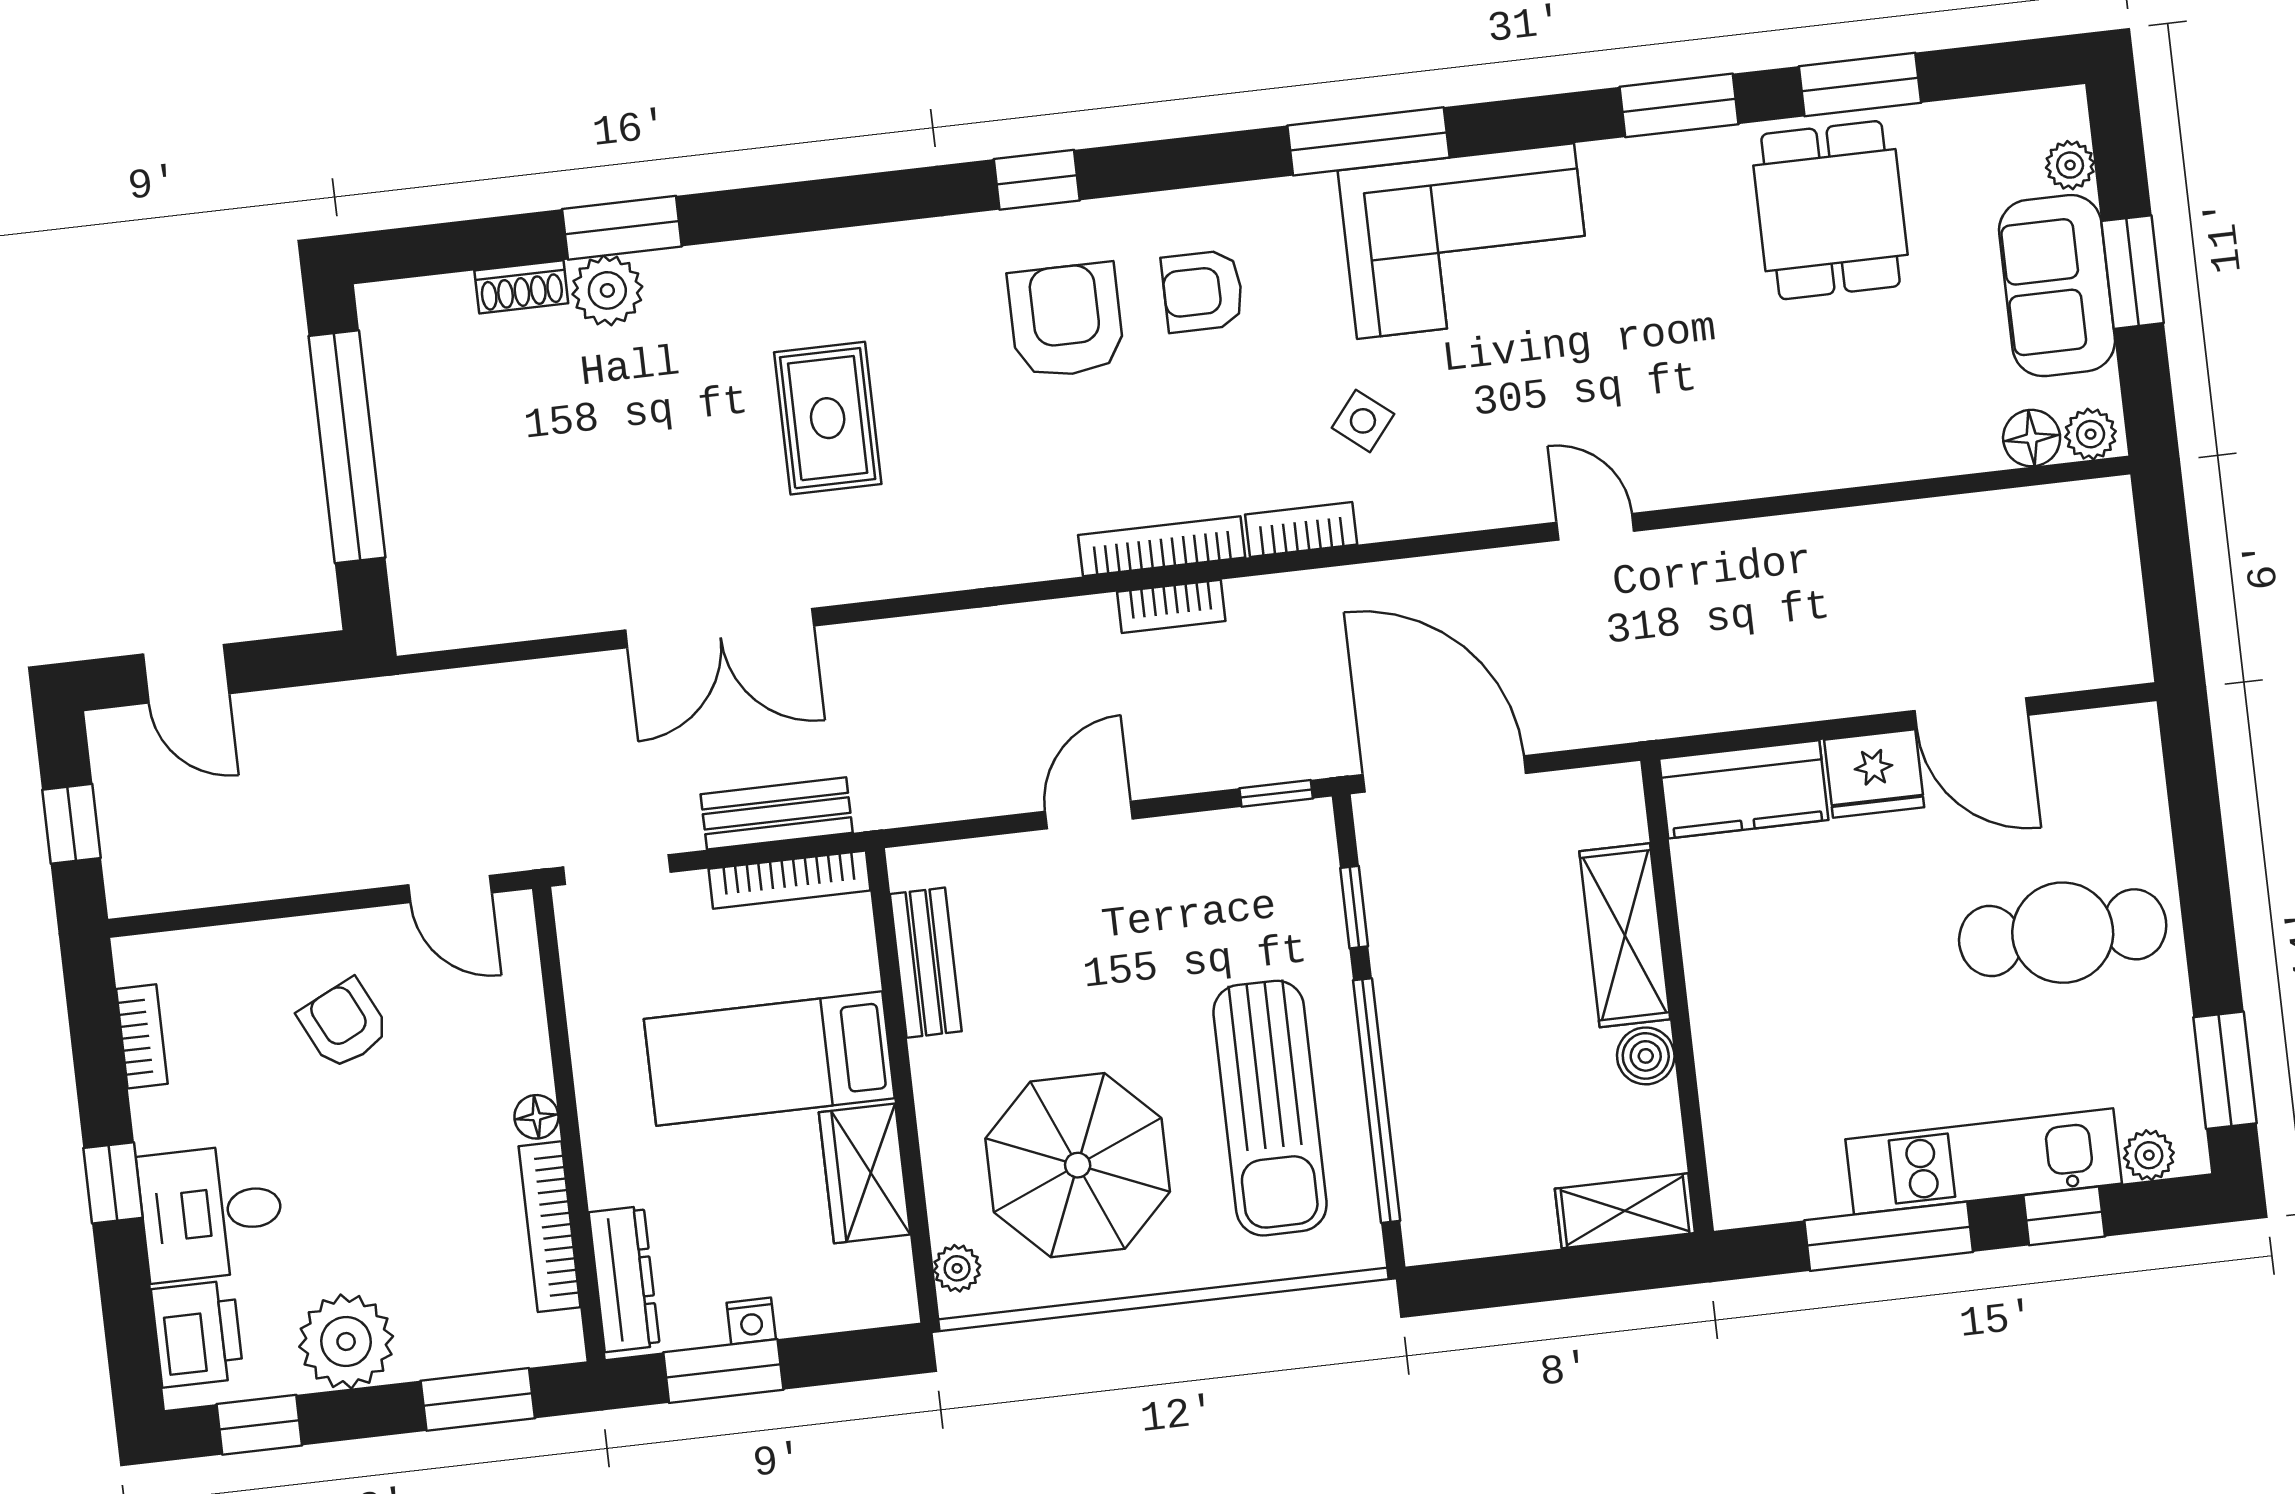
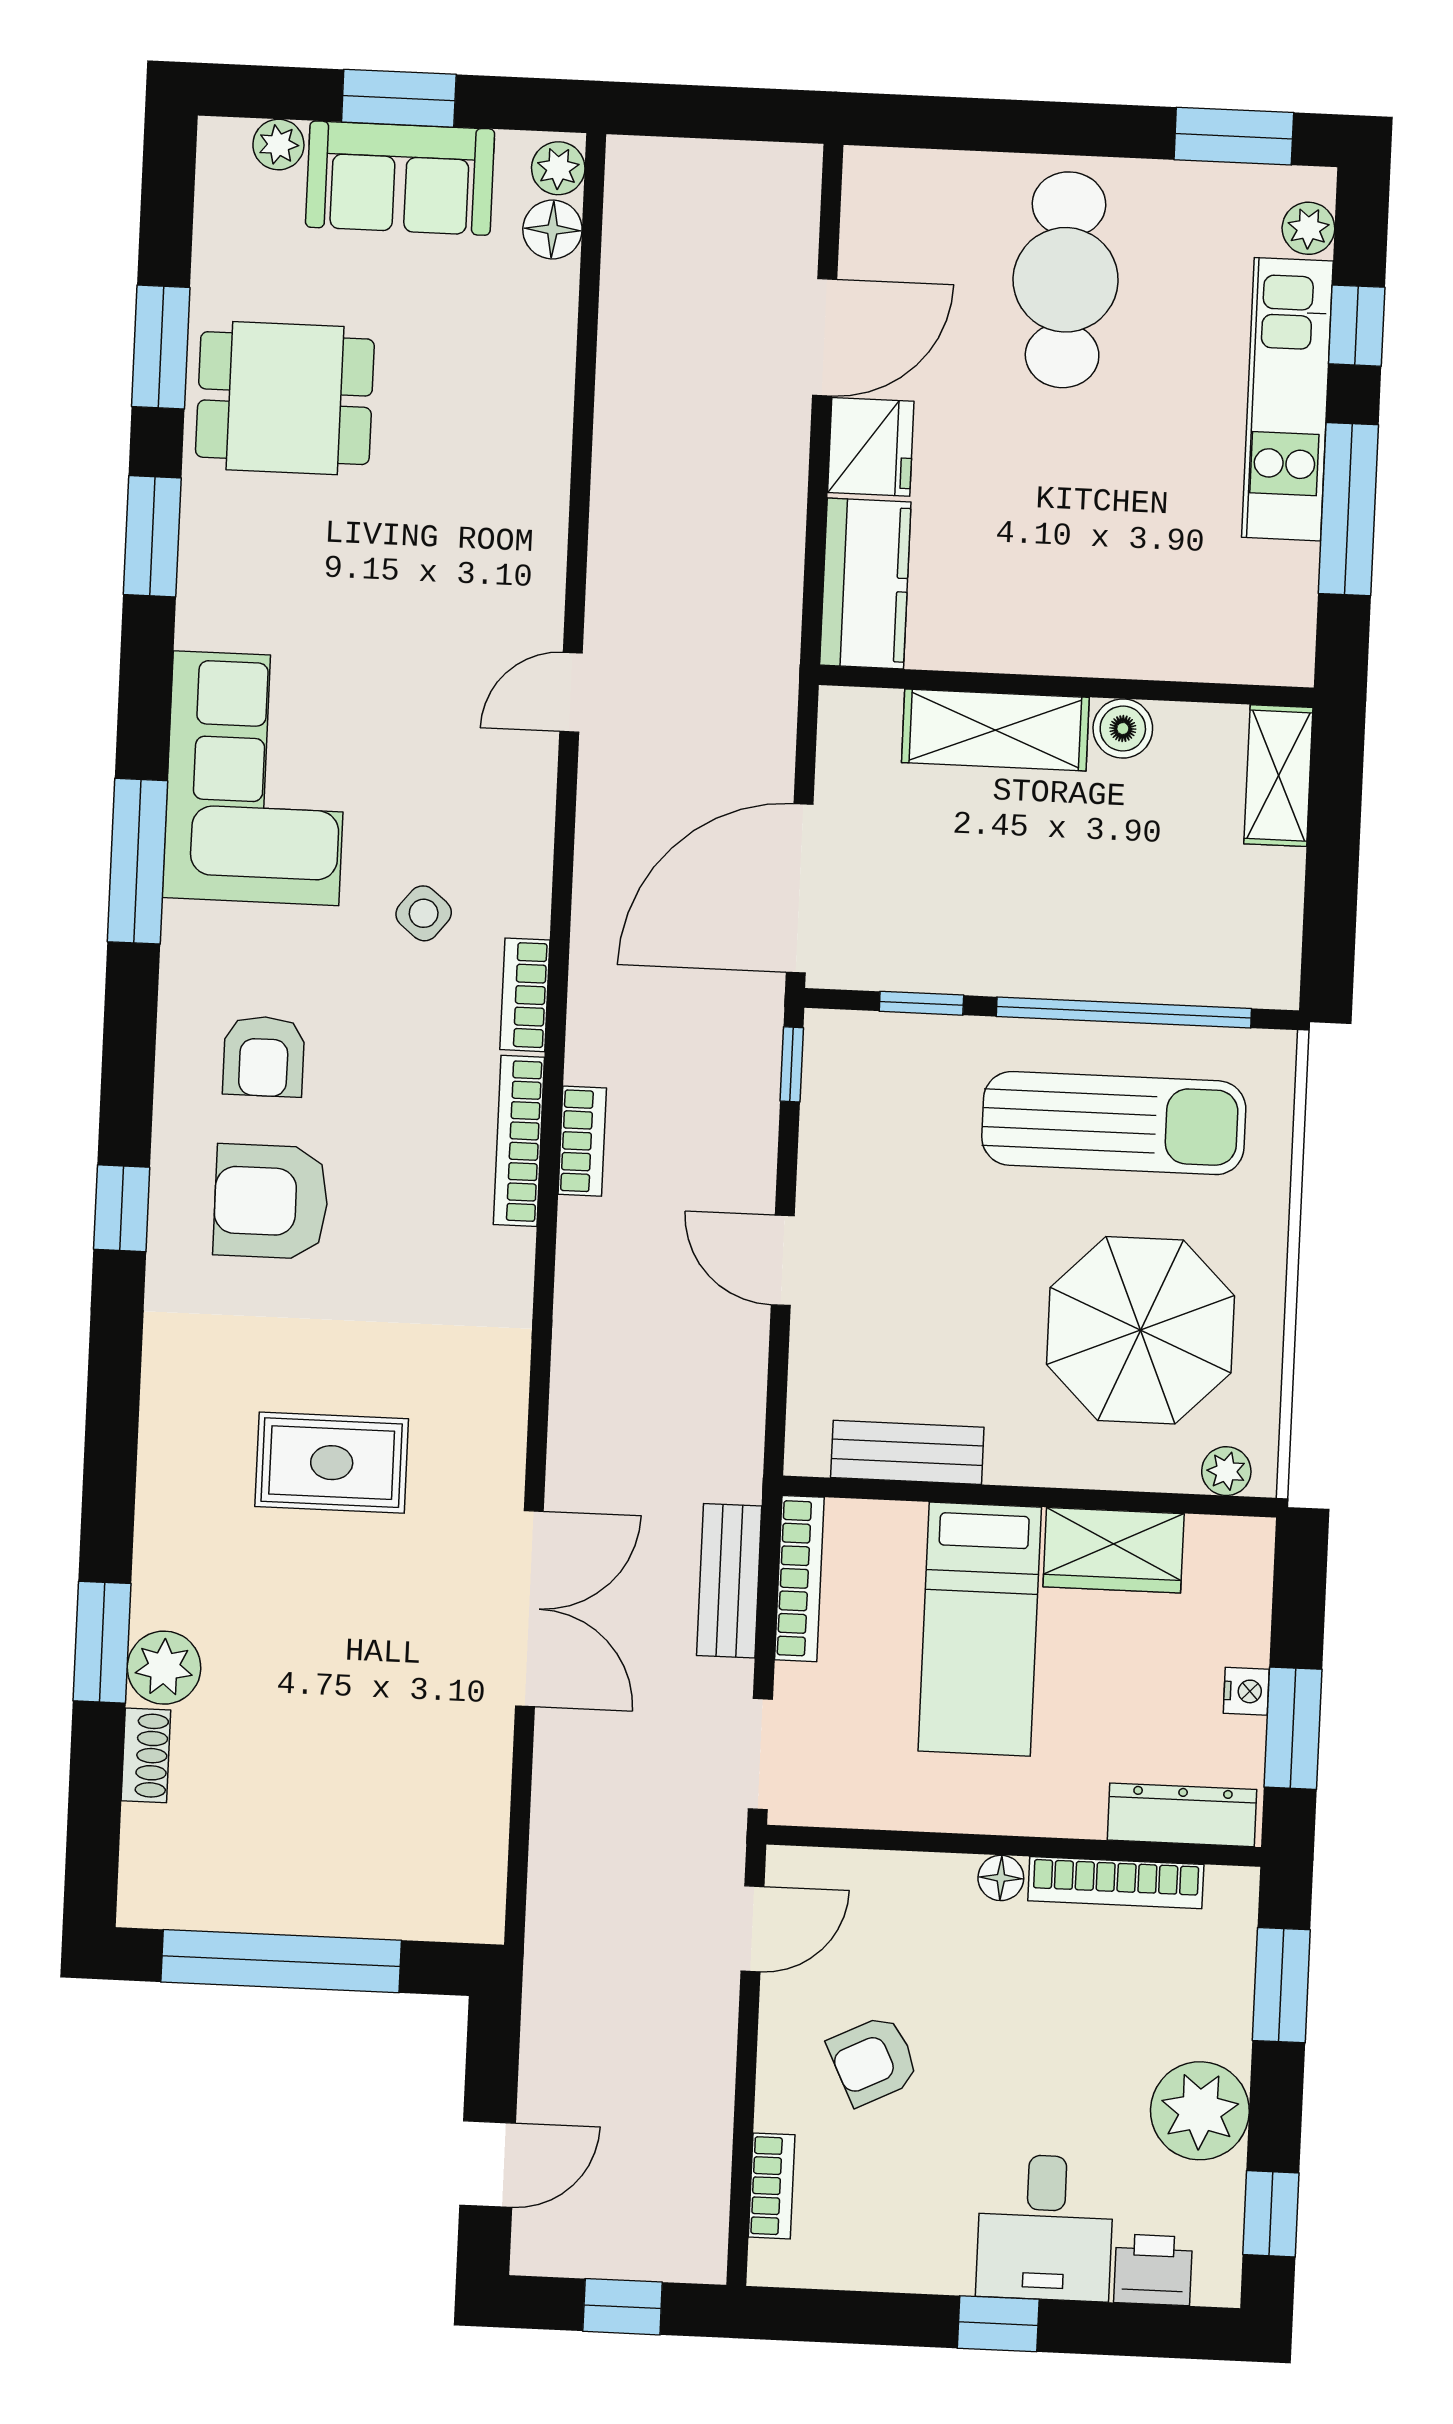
bookcase: (142, 1036) -> (772, 2186), moved, turned 90
printer: (197, 1334) -> (1153, 2270), width x0.73, depth x0.81

